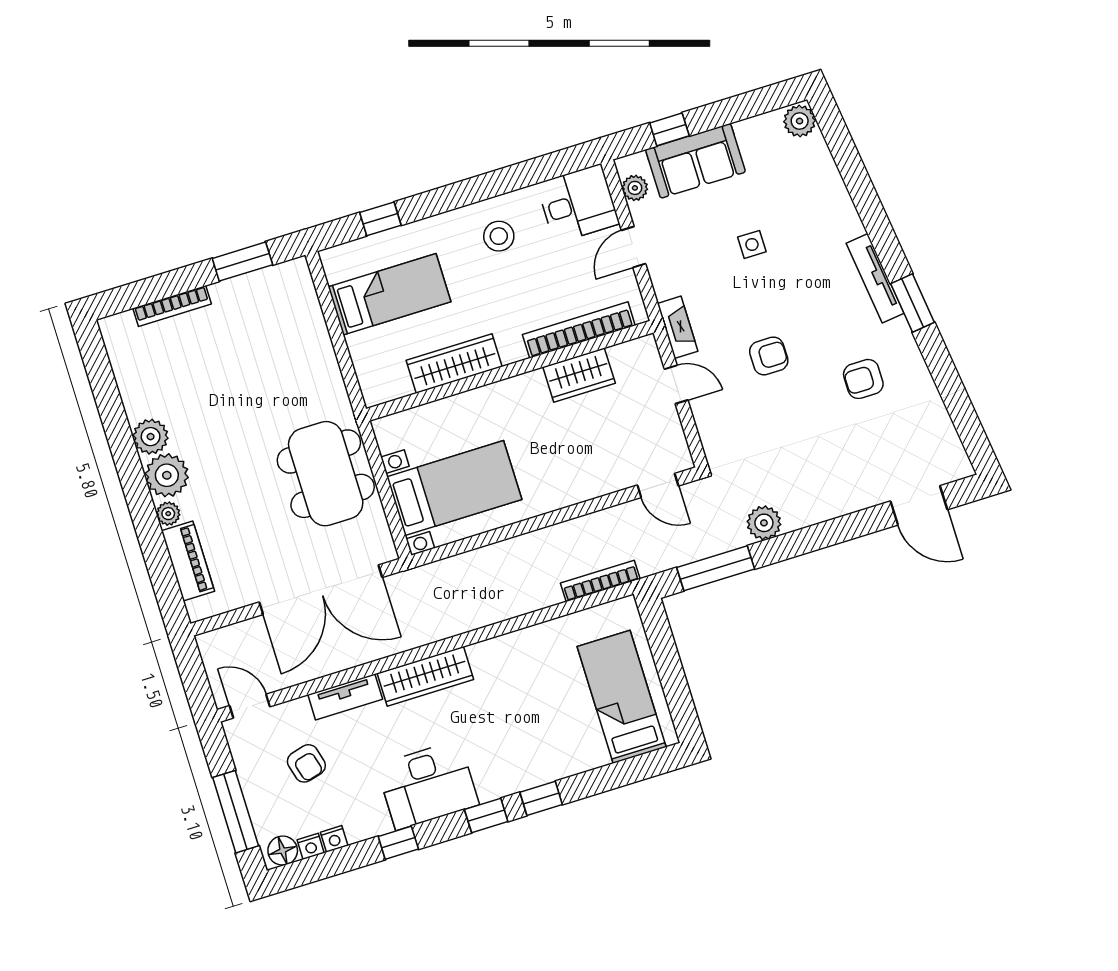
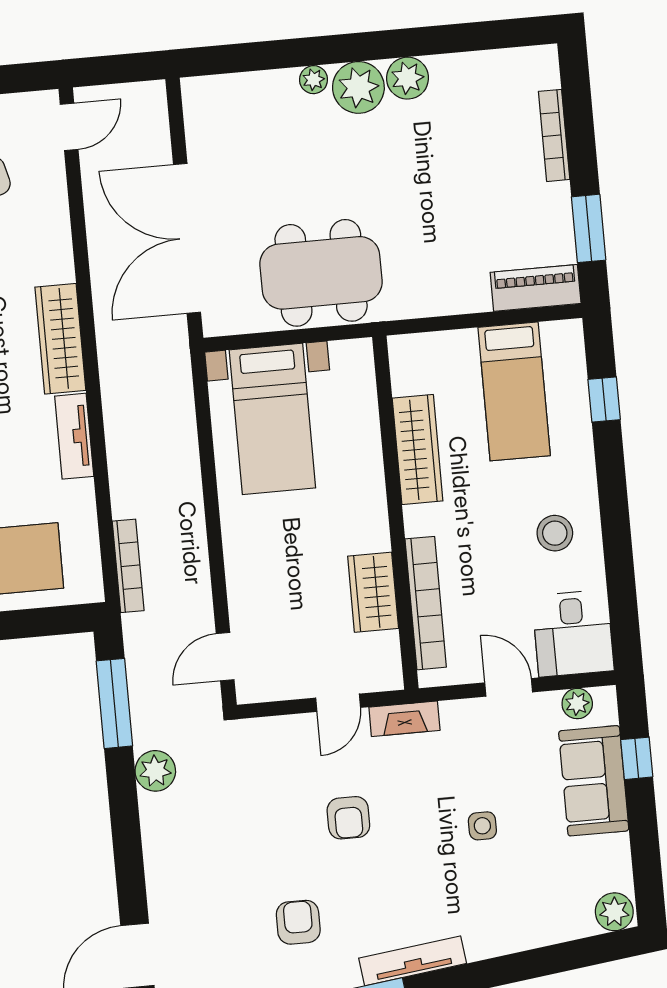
piano: (188, 561) -> (536, 288), moved, turned 180
tv unit: (345, 697) -> (74, 436), moved

